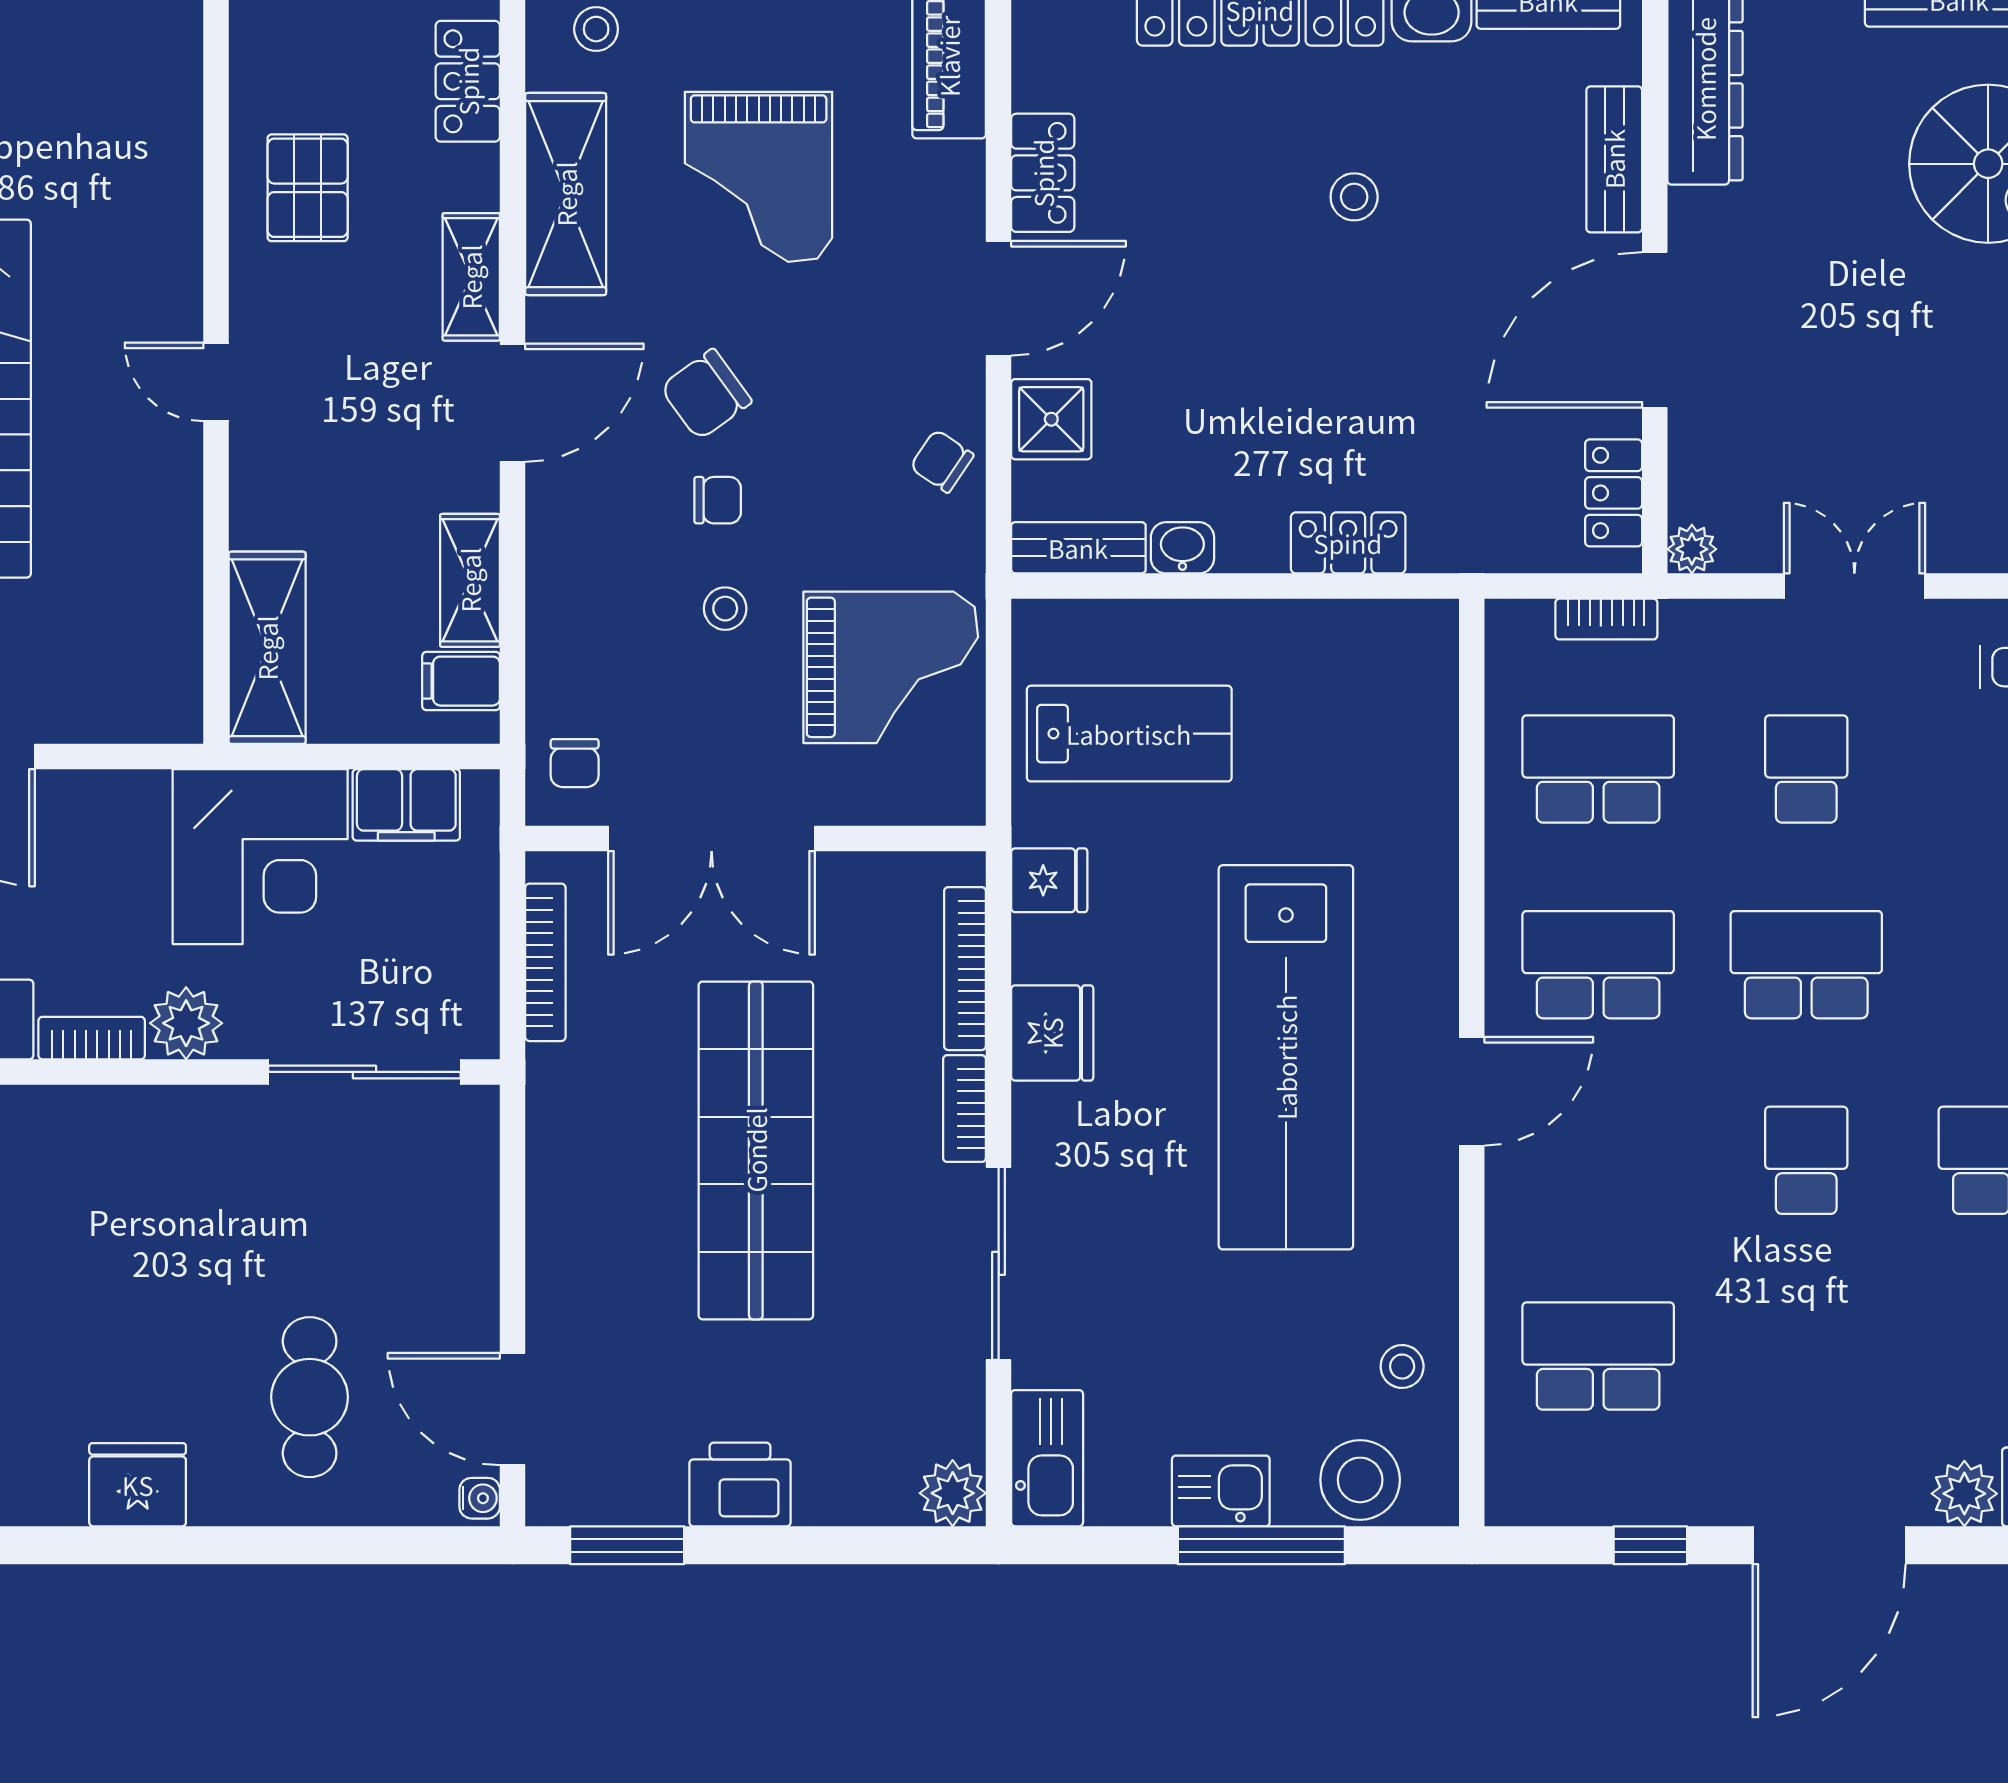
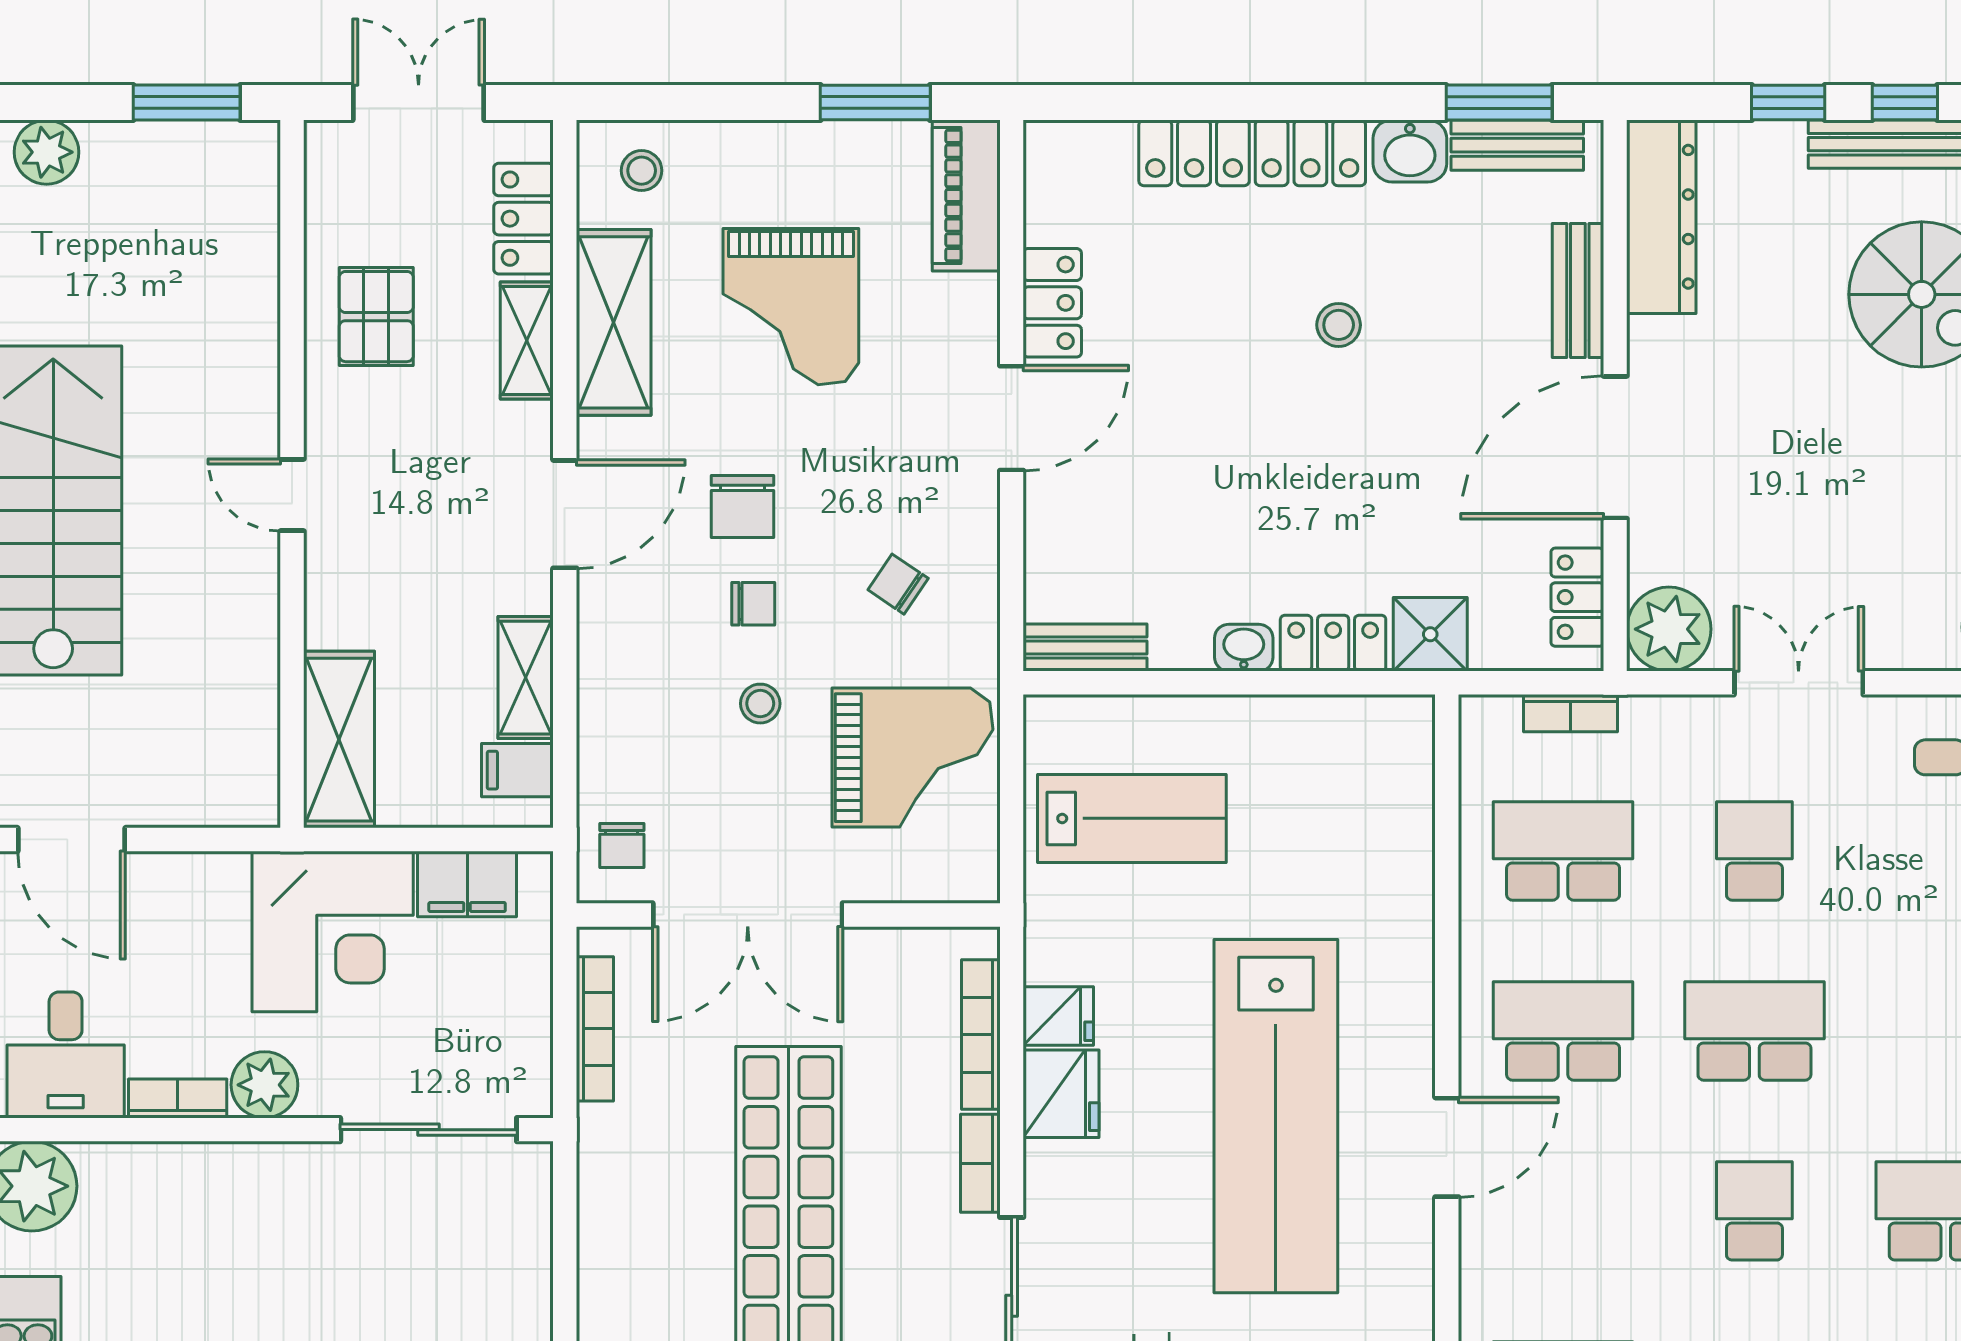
shelving: (471, 277) -> (527, 341), moved
chair: (706, 394) -> (743, 507), turned -54
shower: (1051, 419) -> (1430, 634), moved
chair: (942, 461) -> (898, 584), moved
washbasin: (1182, 548) -> (1244, 648), moved
plant: (1692, 549) -> (1669, 629), width x1.87, depth x1.87
fridge: (1049, 880) -> (1058, 1016), moved

